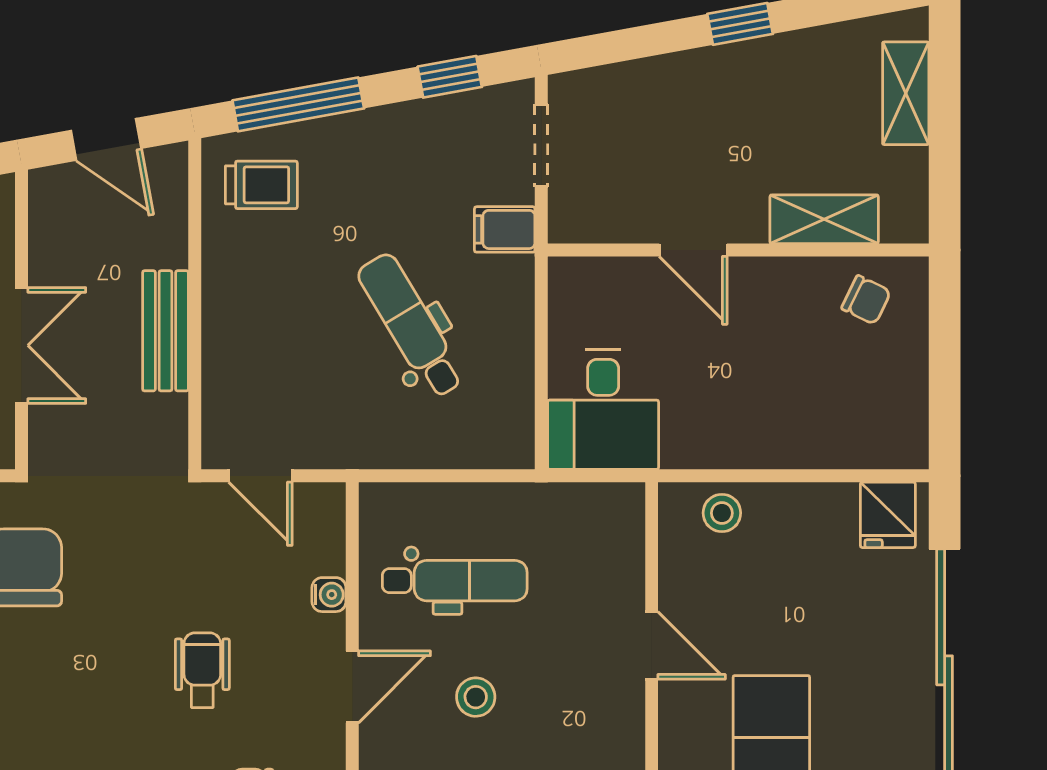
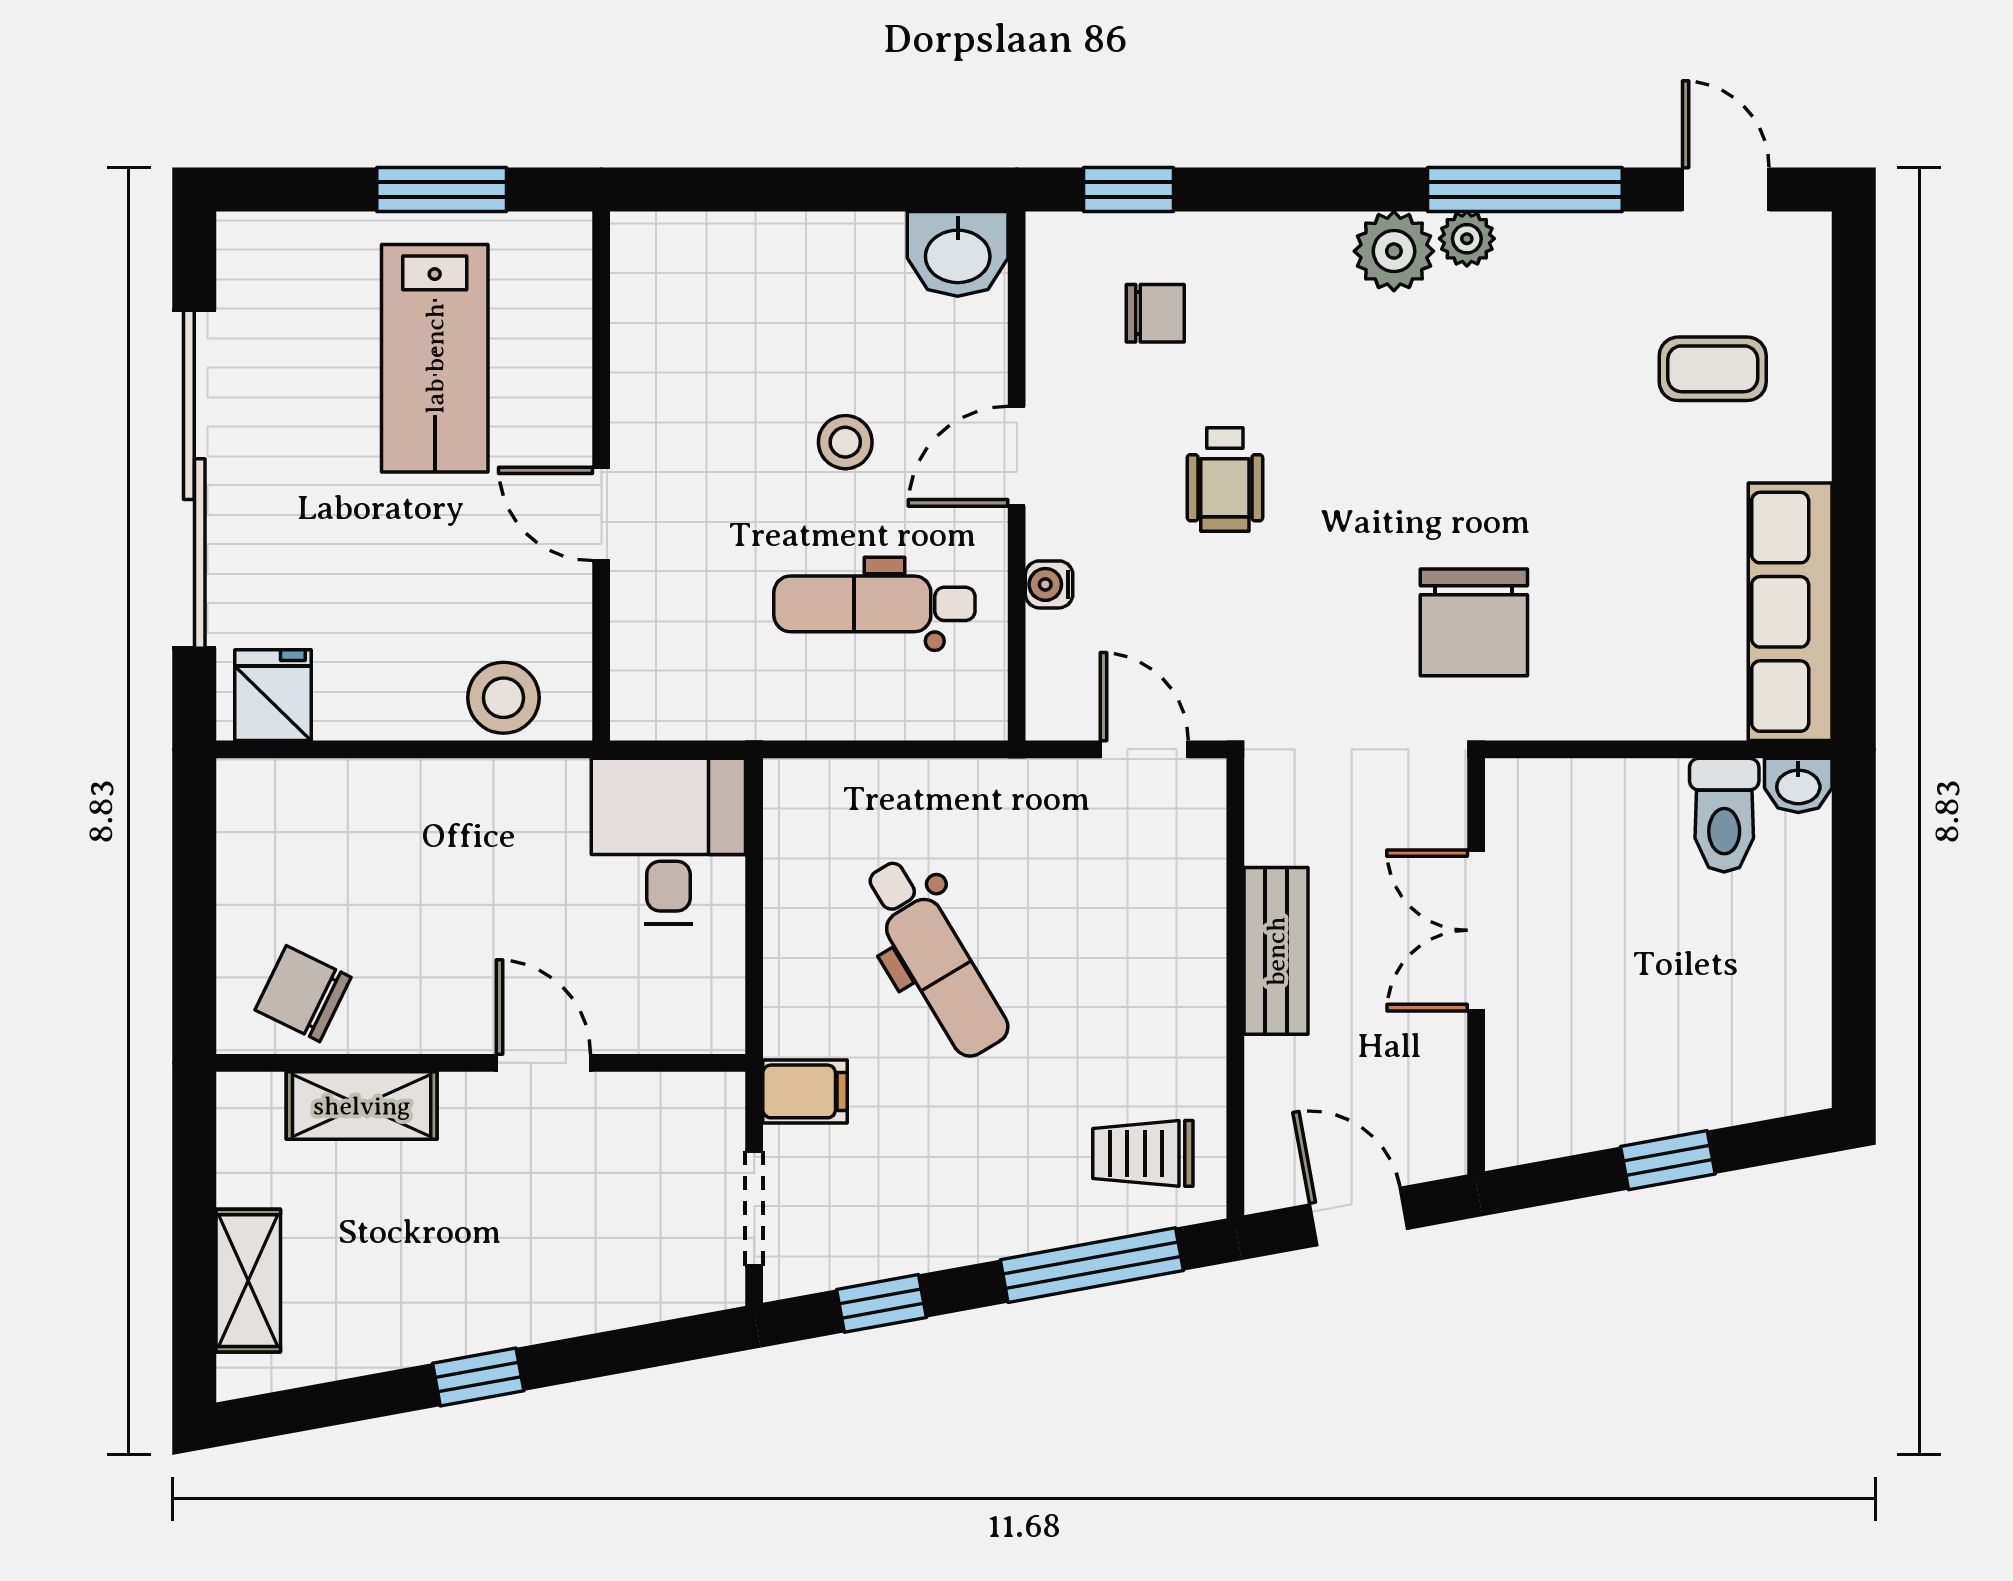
chair: (866, 300) -> (303, 994), width x1.37, depth x1.37
stool: (722, 513) -> (503, 698), width x1.37, depth x1.37

